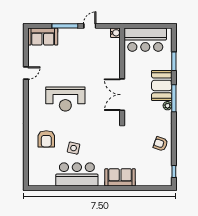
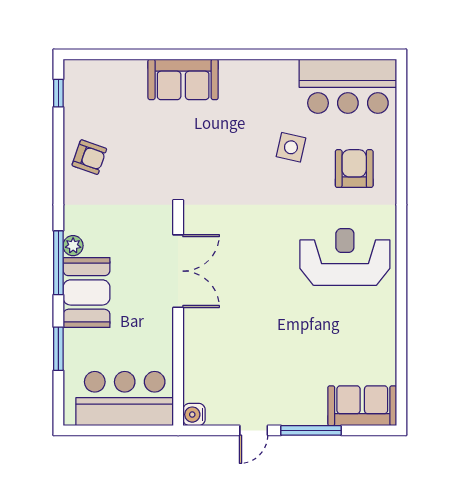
door: (26, 73) -> (401, 321), removed
reception desk: (65, 99) -> (345, 257), moved
bar counter: (77, 174) -> (348, 86), moved

